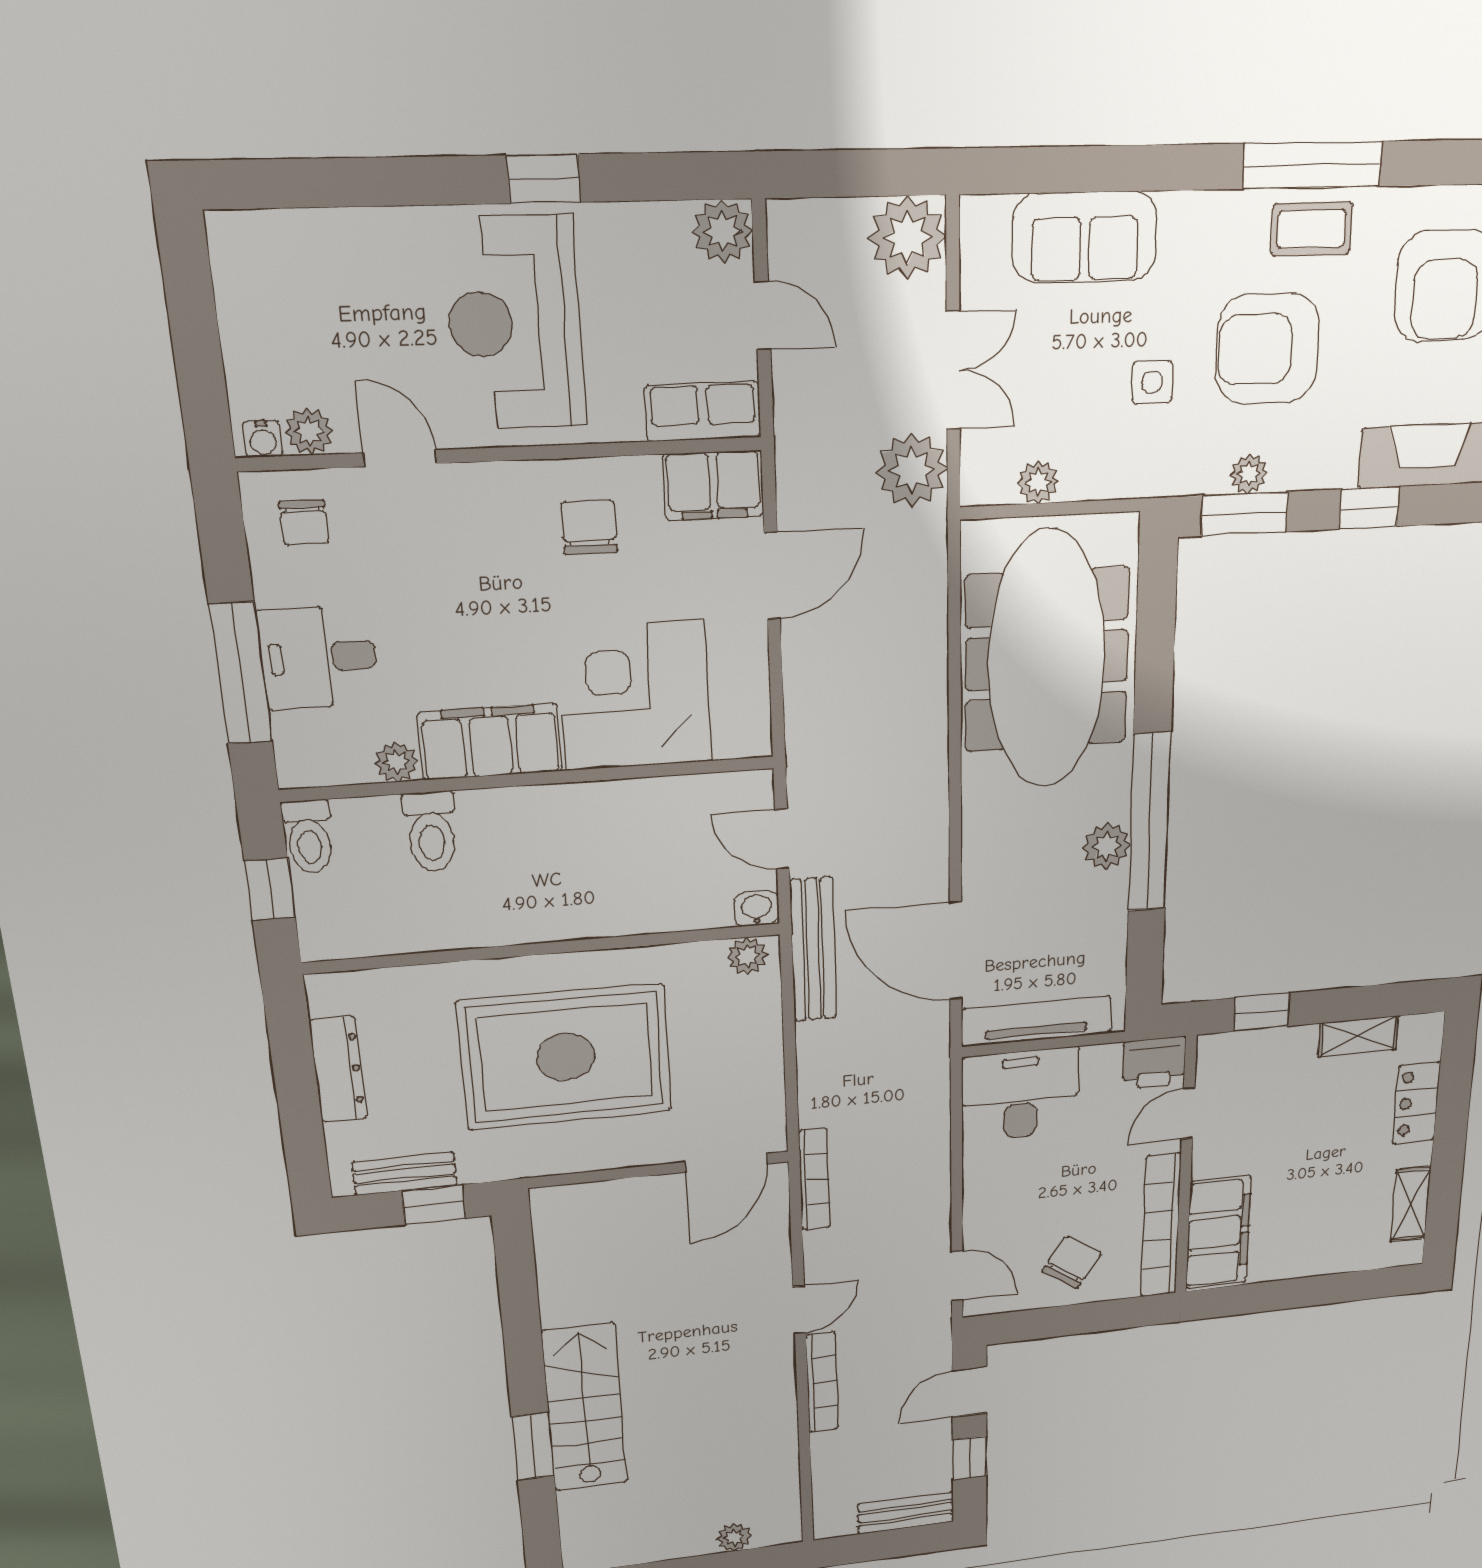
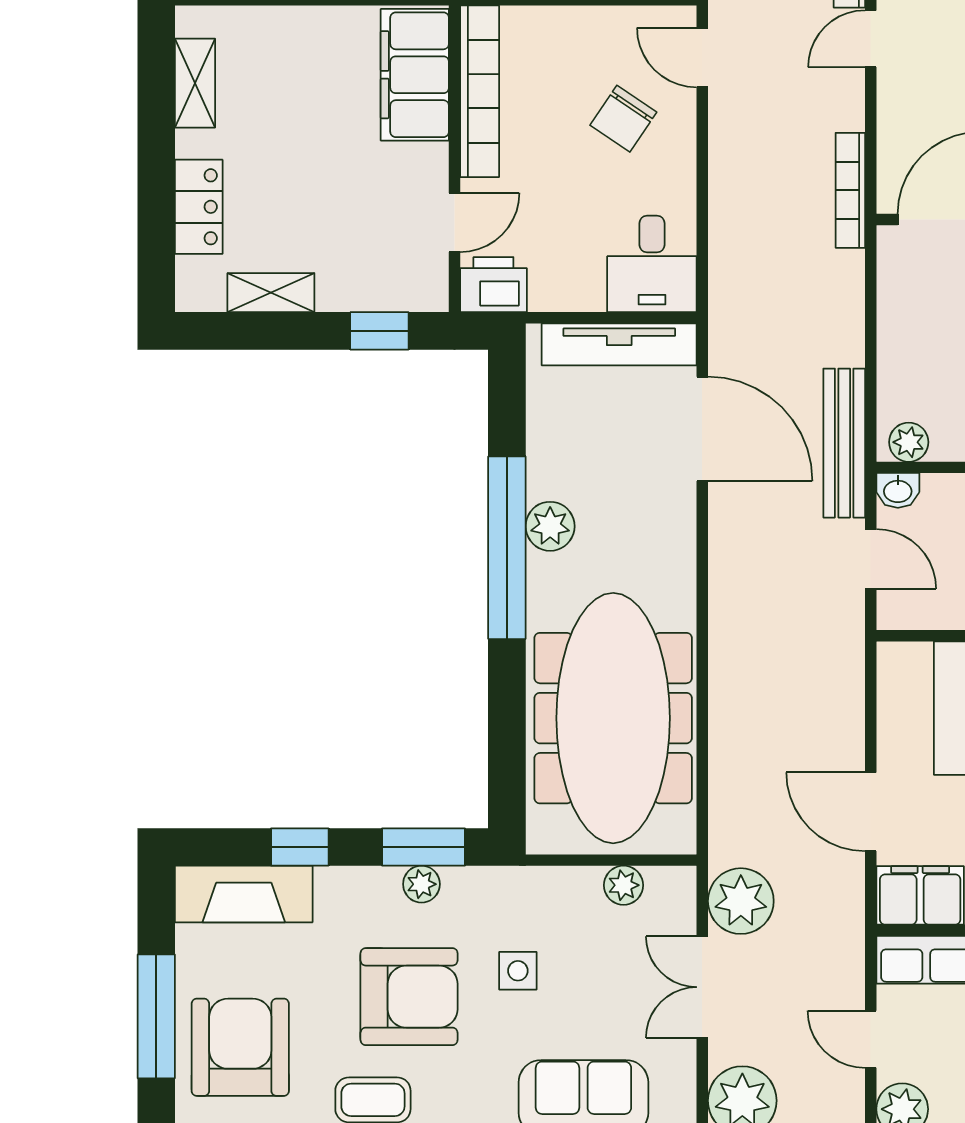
door: (772, 576) -> (871, 812), hinge flipped
desk: (1020, 1094) -> (652, 264), width x0.73
chair: (1072, 1262) -> (623, 119), moved

